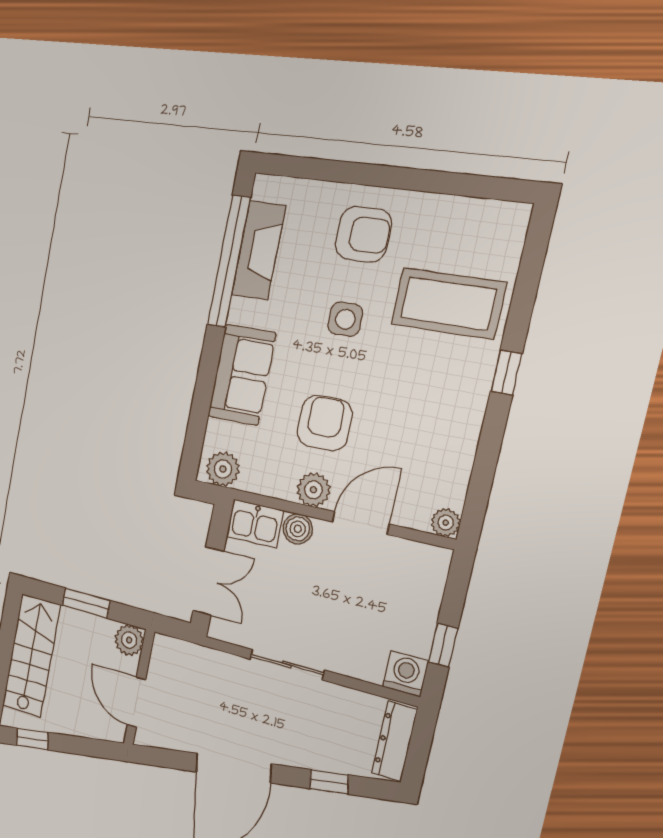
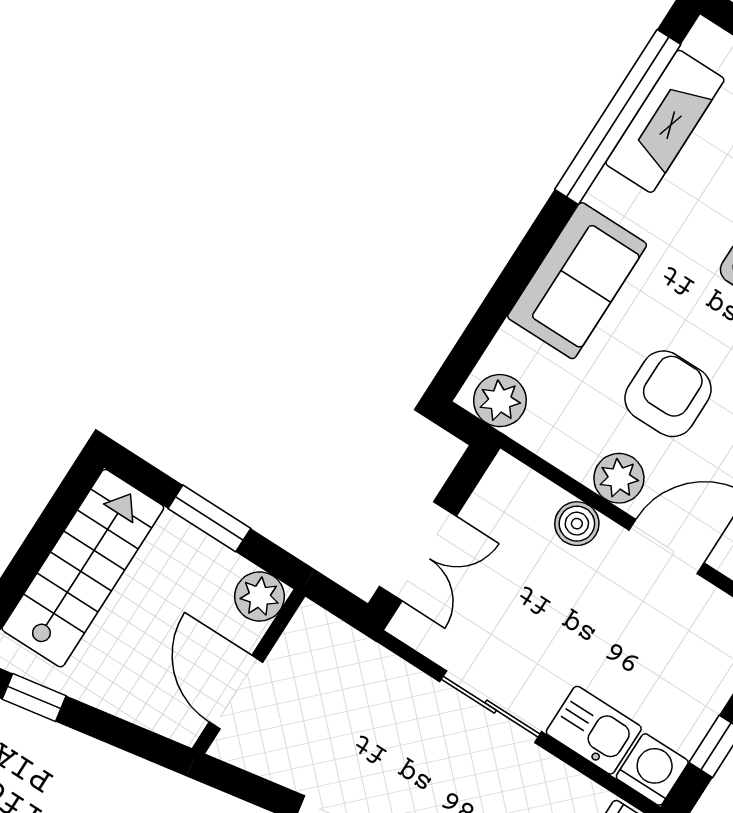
kitchen sink: (255, 523) -> (594, 730), moved, turned 180

